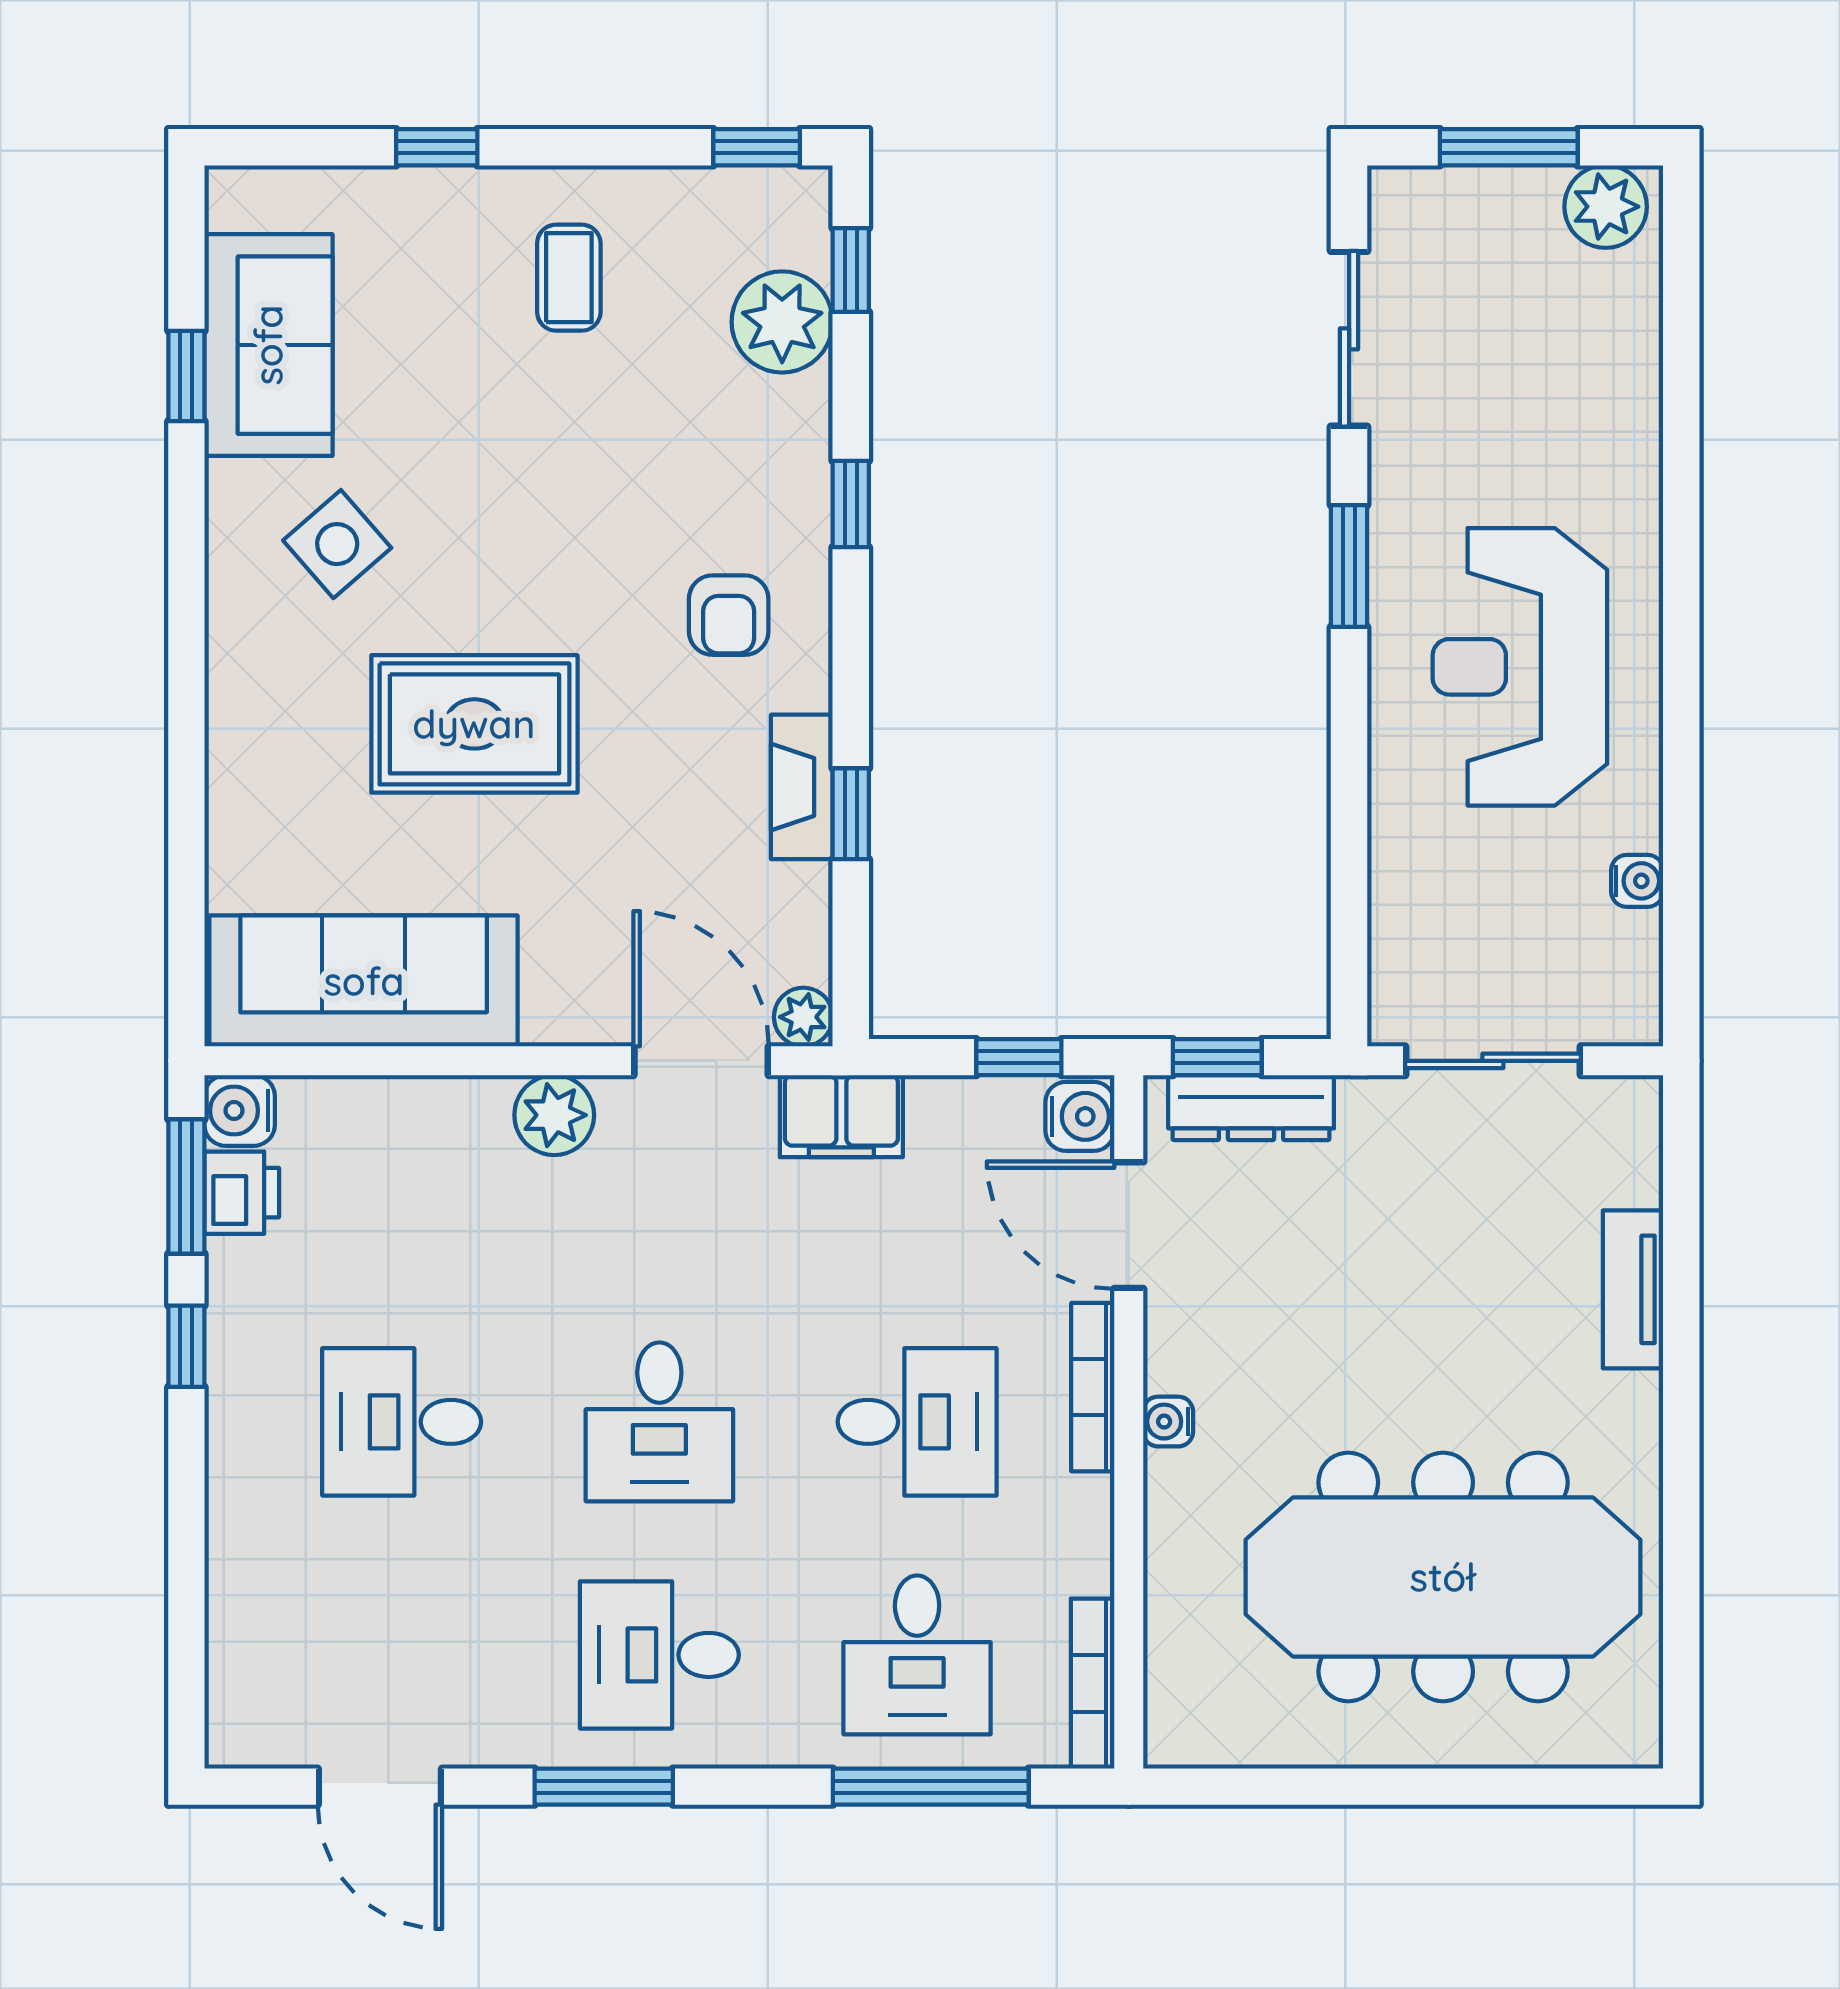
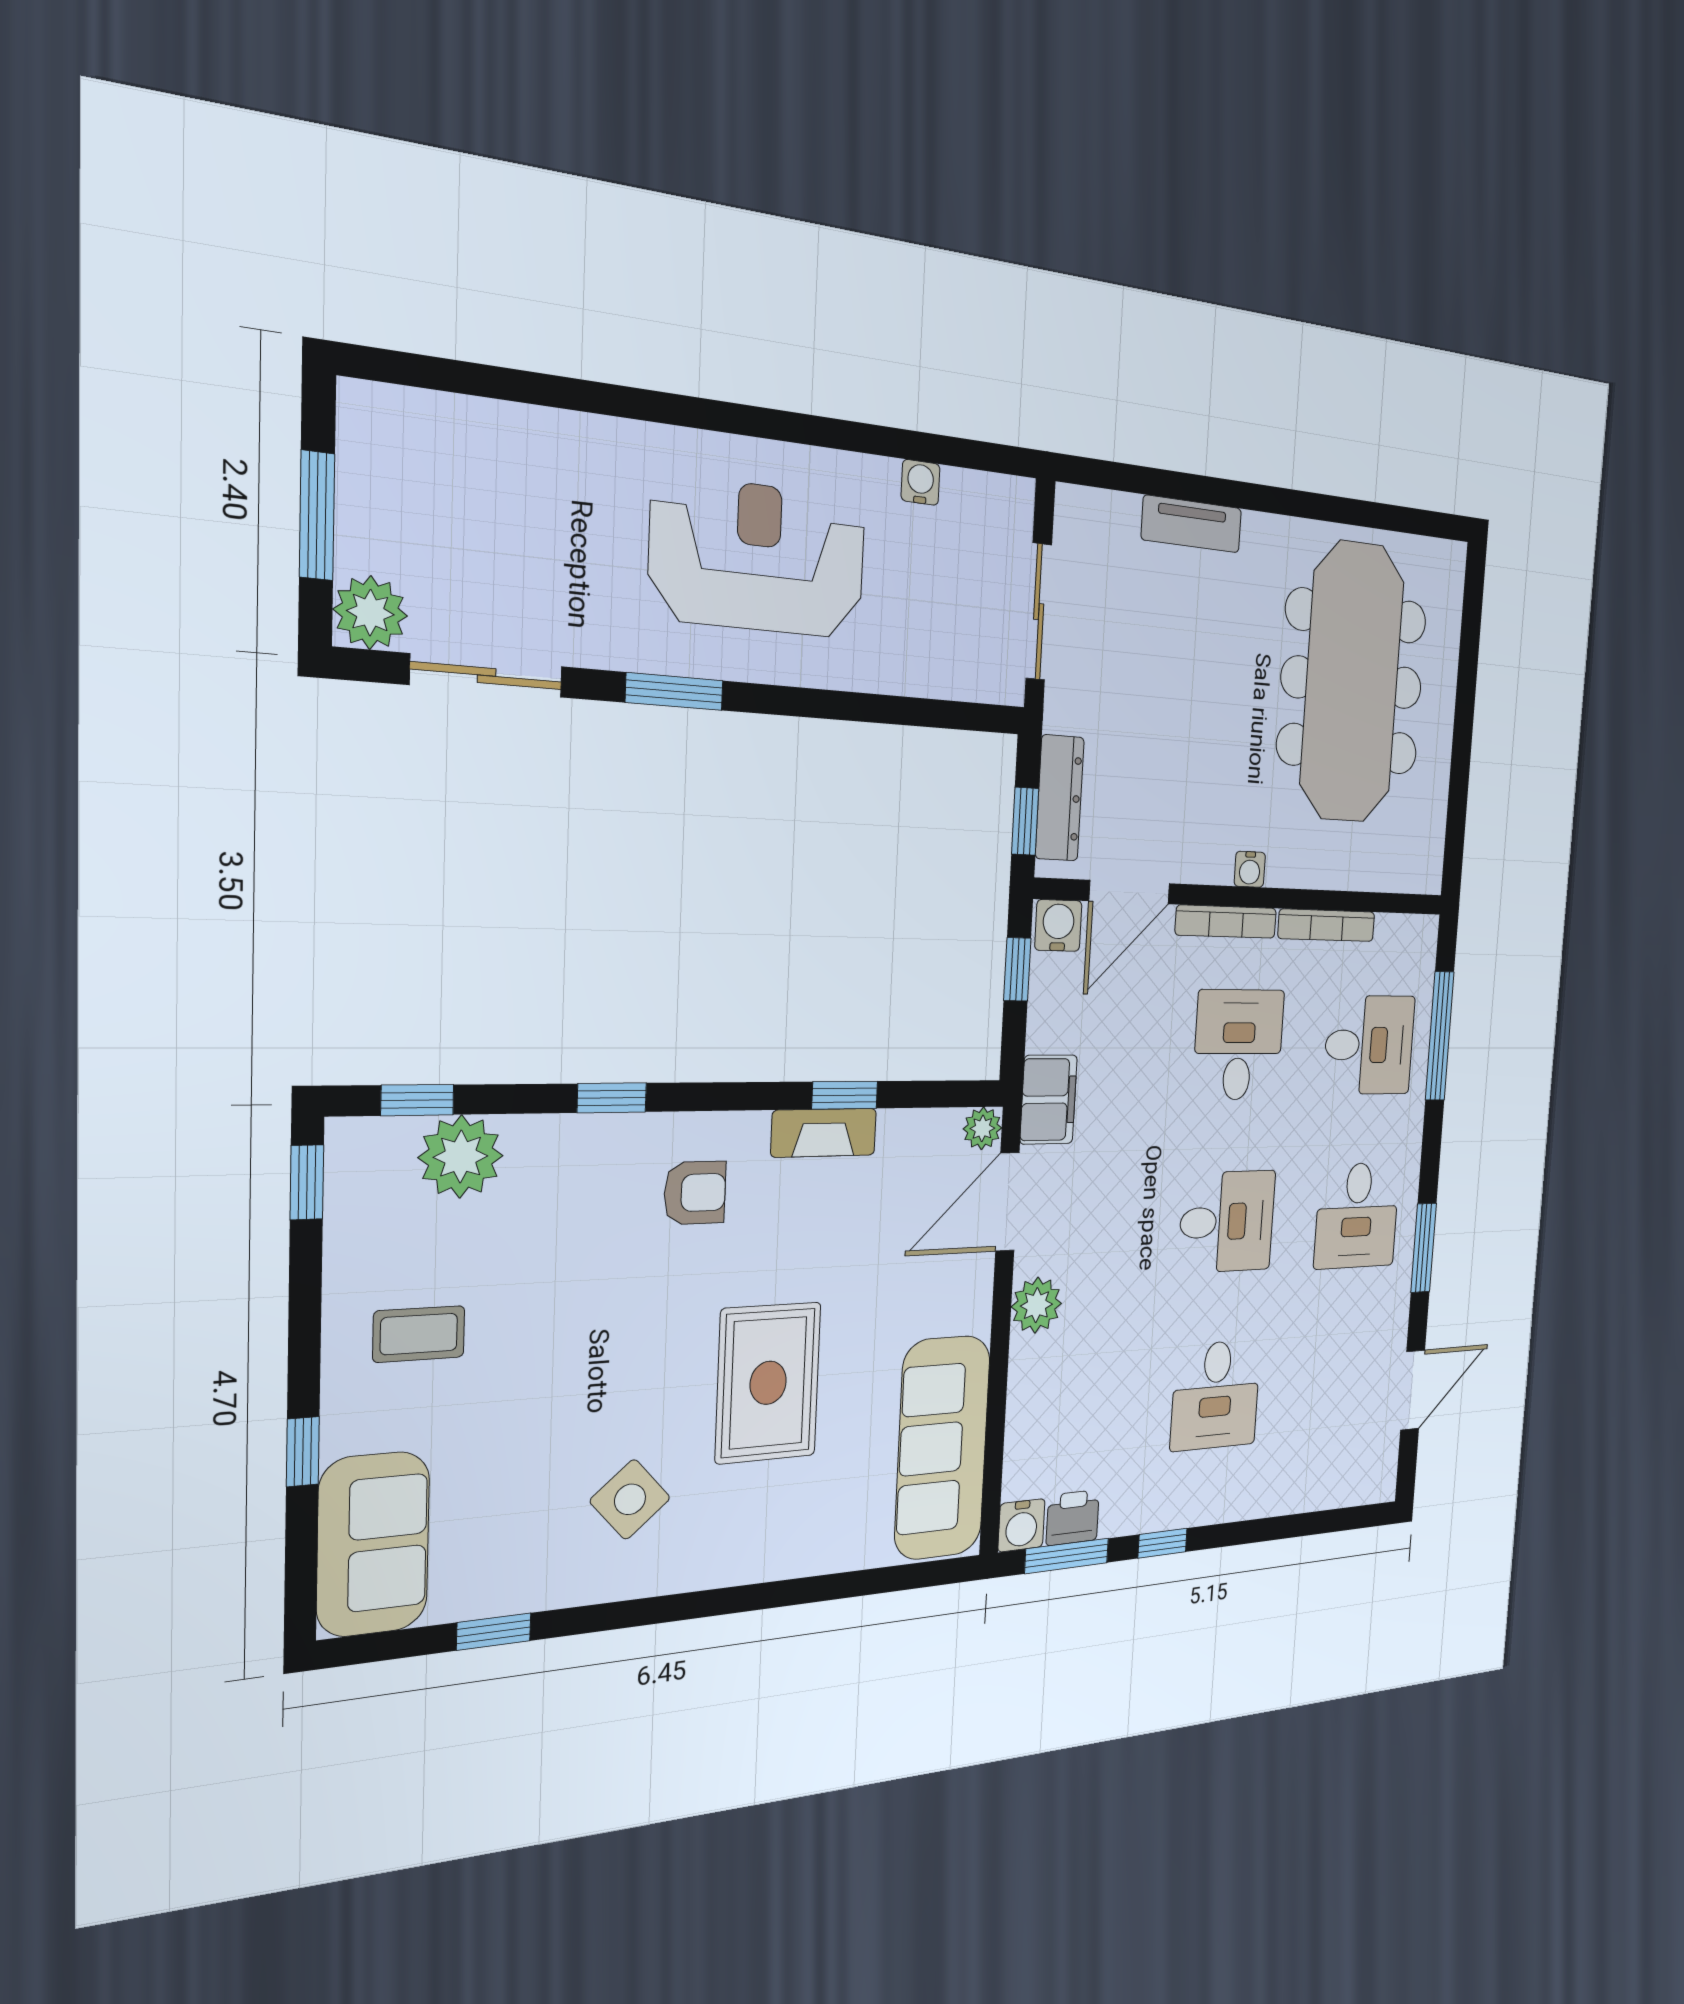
plant: (1606, 207) -> (370, 613), moved
sofa: (268, 345) -> (373, 1544), moved, turned 90
reception desk: (1520, 667) -> (758, 557), turned 180
bookcase: (1093, 1684) -> (1327, 925), moved

